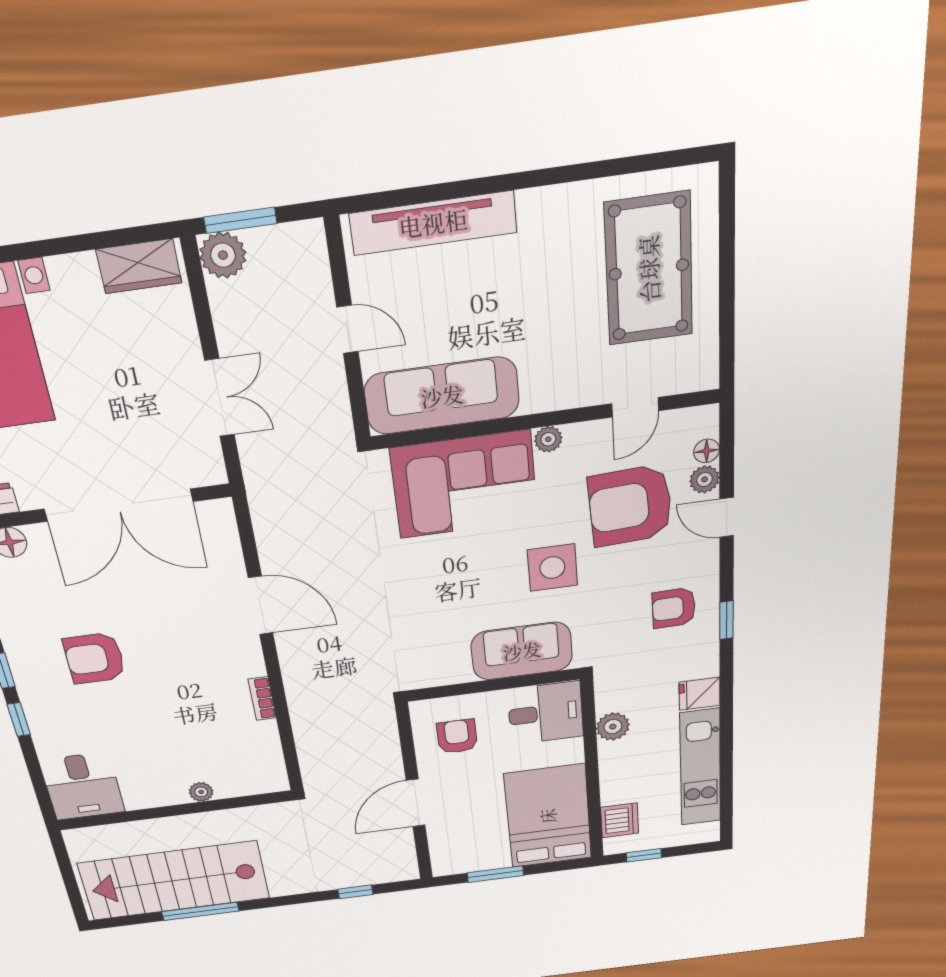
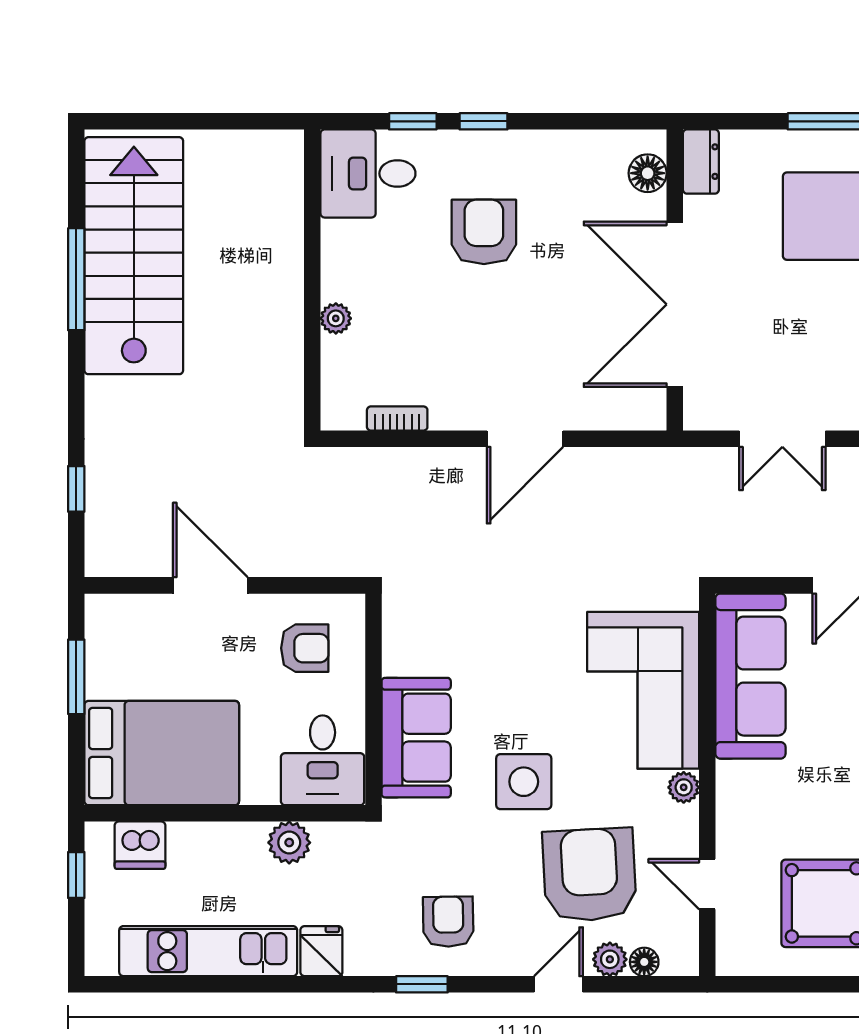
desk: (82, 786) -> (368, 173), moved
plant: (201, 792) -> (336, 318), moved
wall: (175, 810) -> (312, 280), moved

